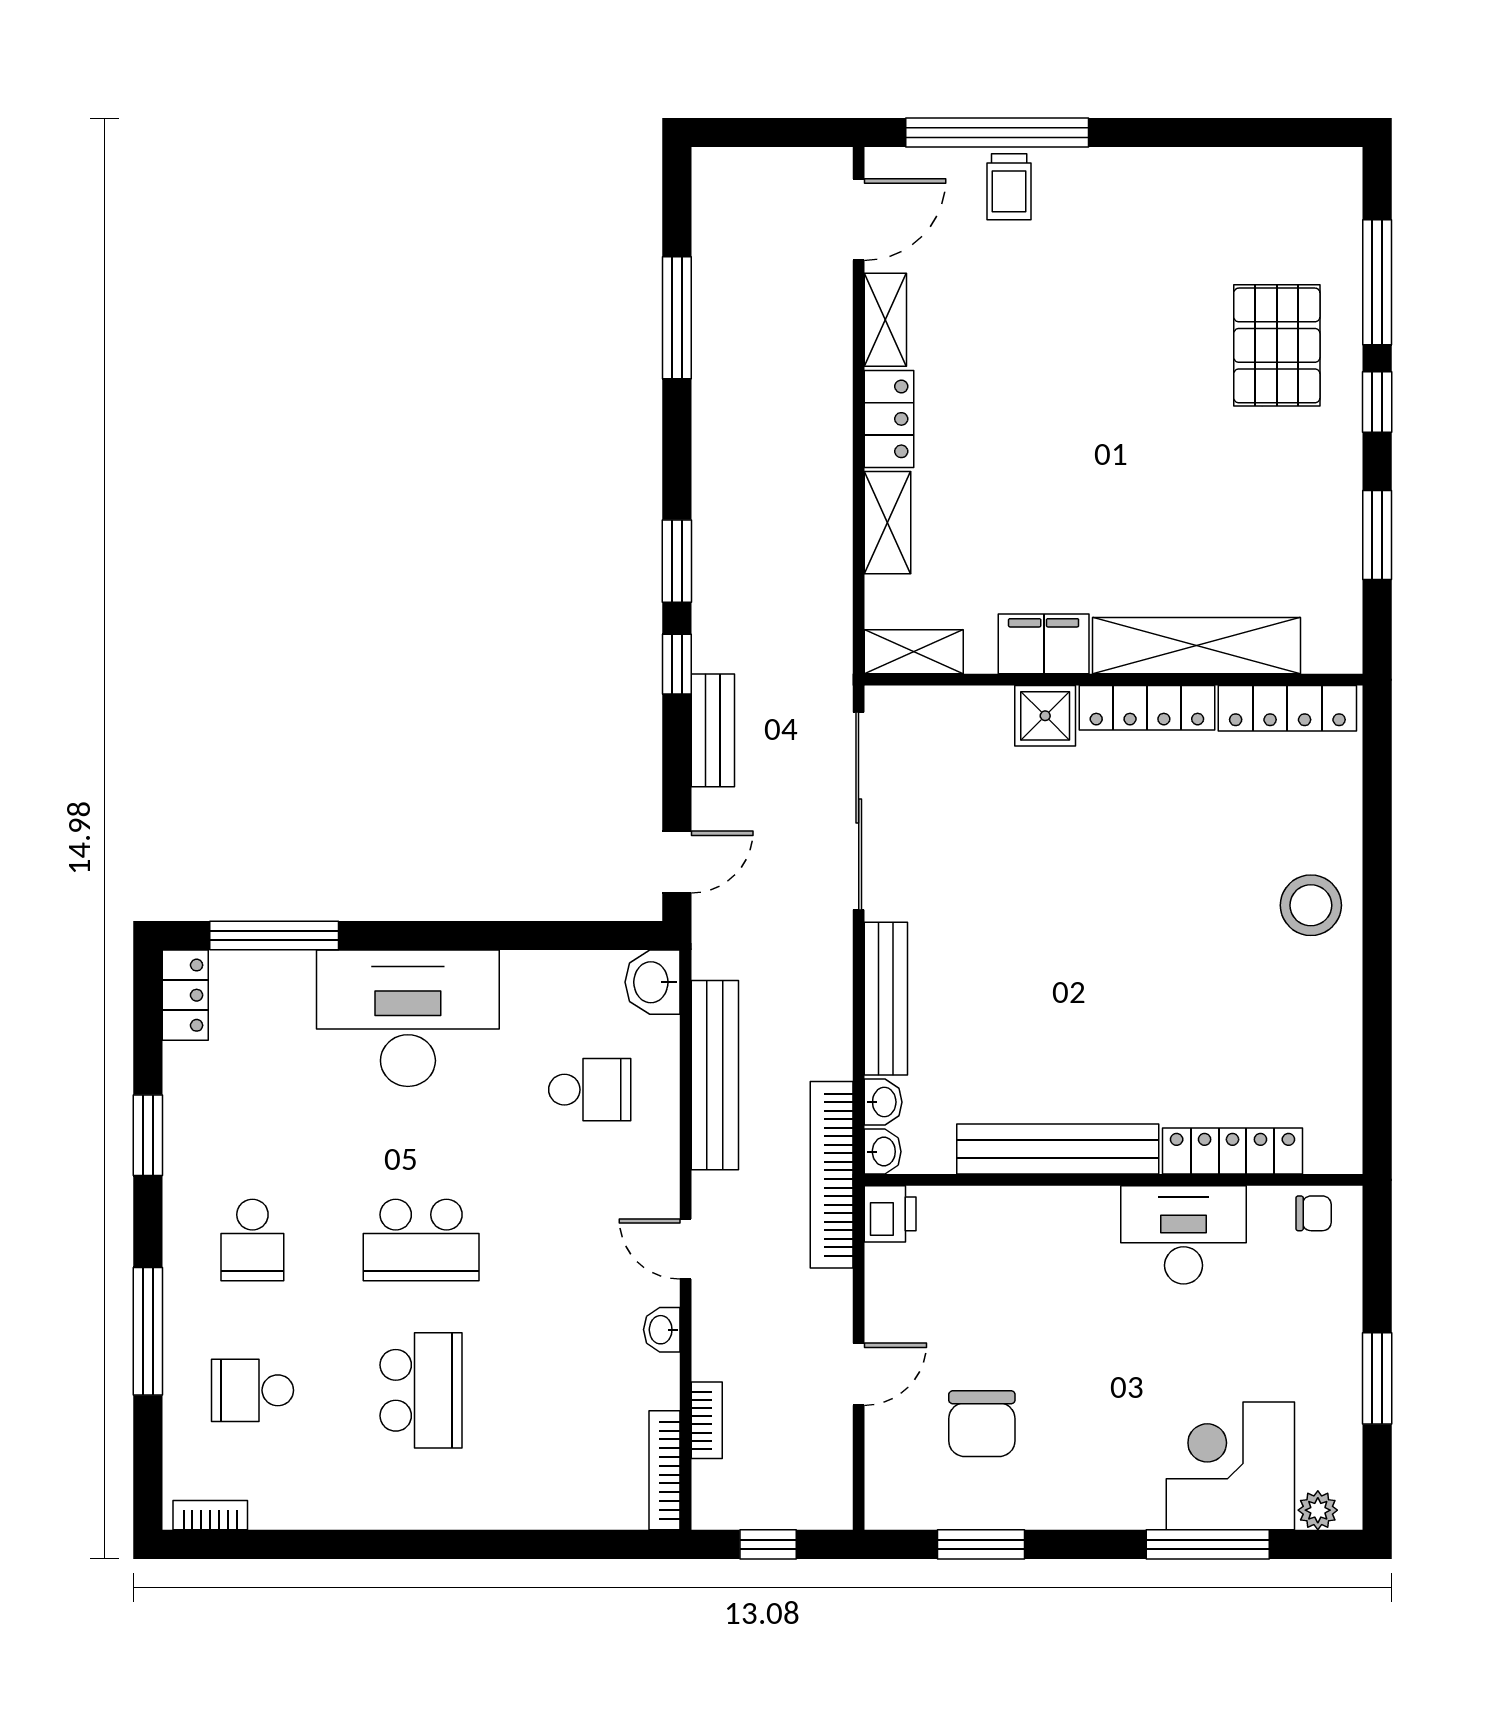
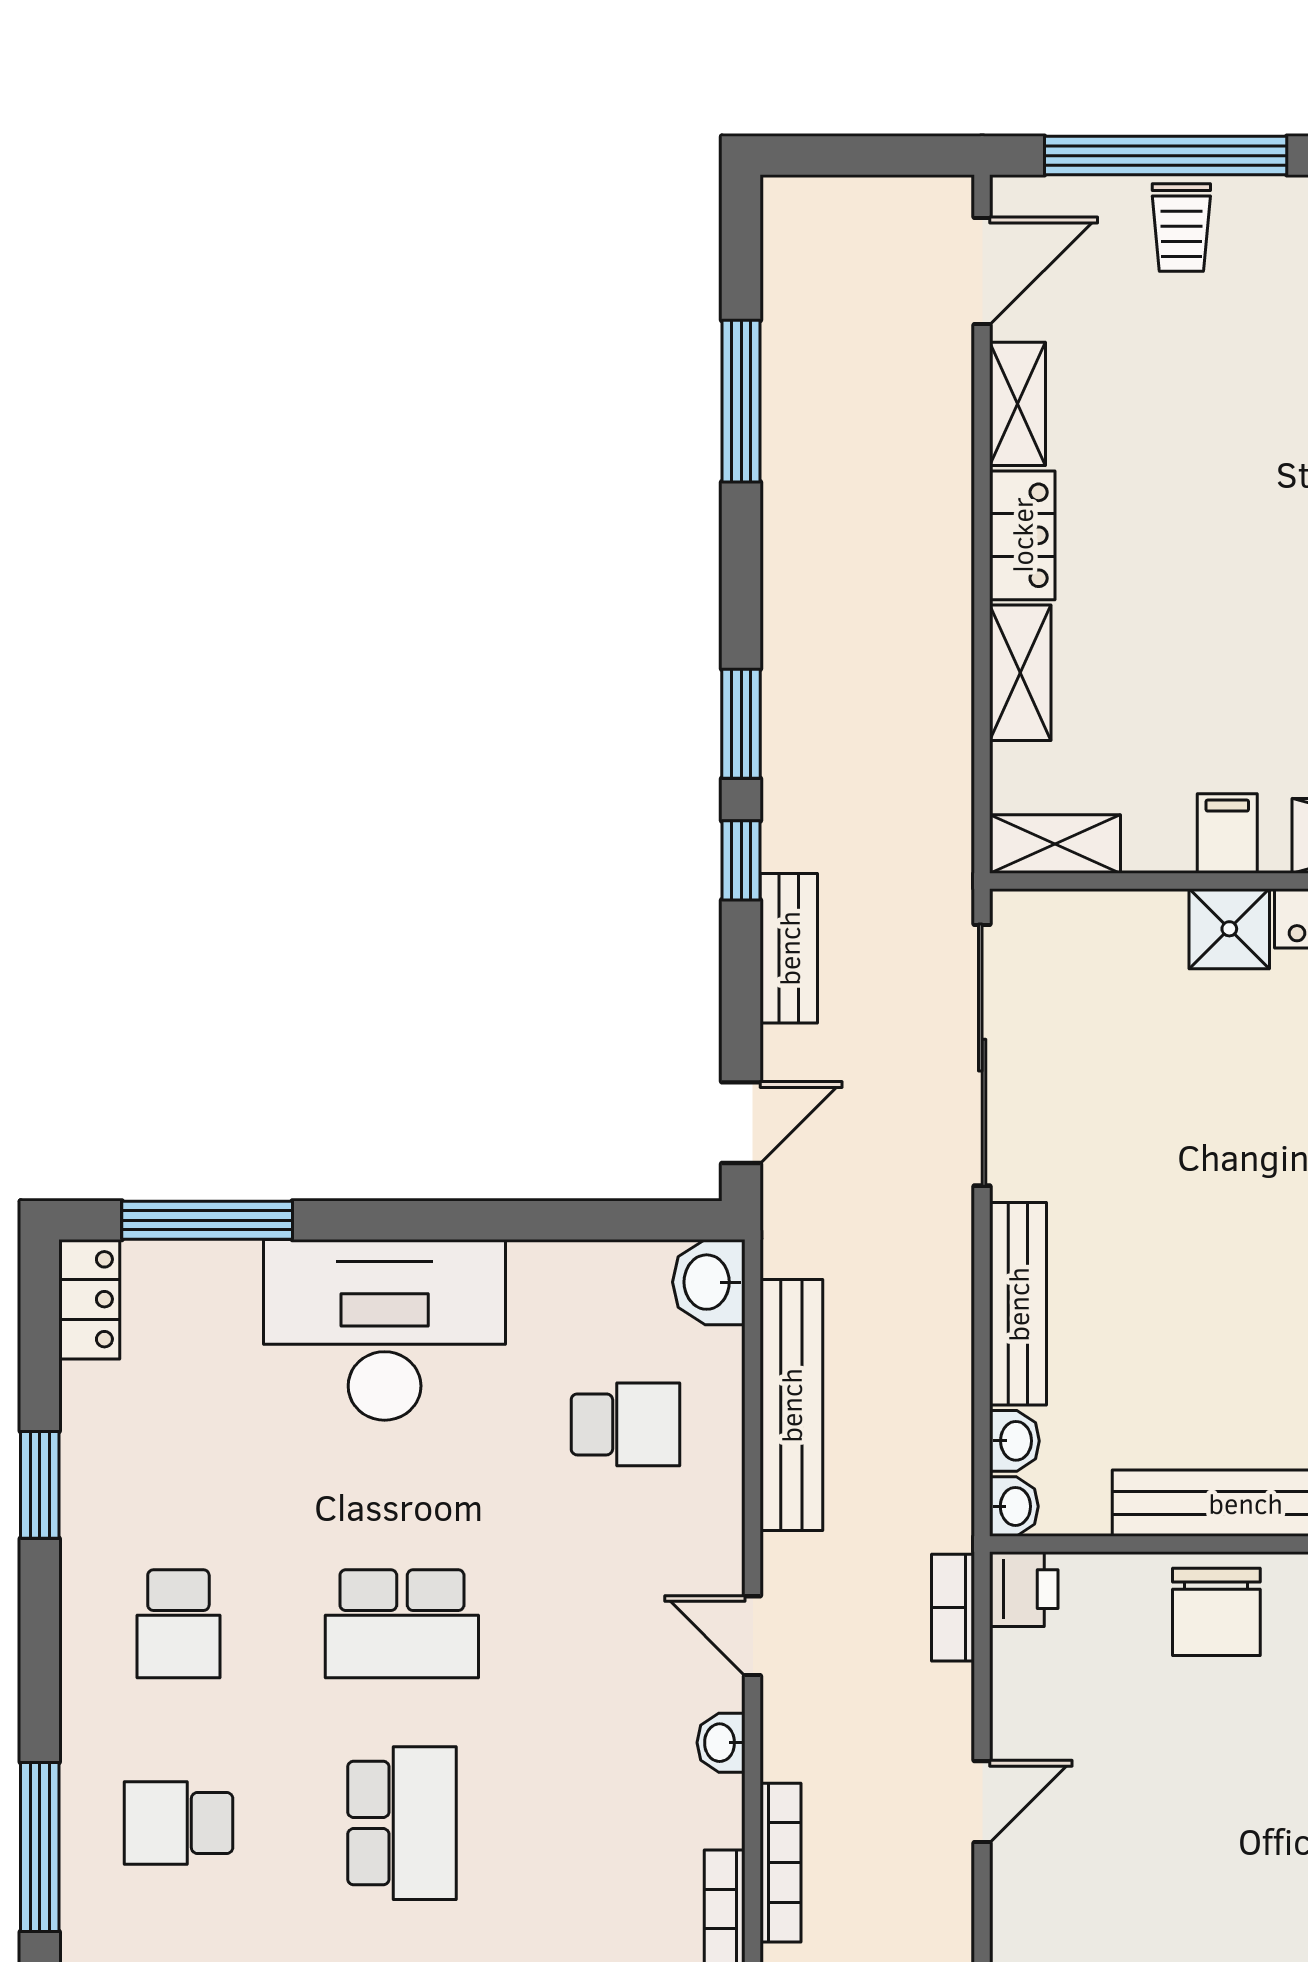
filing cabinet: (1044, 644) -> (1227, 833), width x0.50
bookcase: (832, 1175) -> (953, 1608), width x0.43, depth x0.76
window: (148, 1331) -> (40, 1847), moved
bookcase: (707, 1420) -> (781, 1863), width x1.56
chair: (982, 1424) -> (1216, 1612), moved

